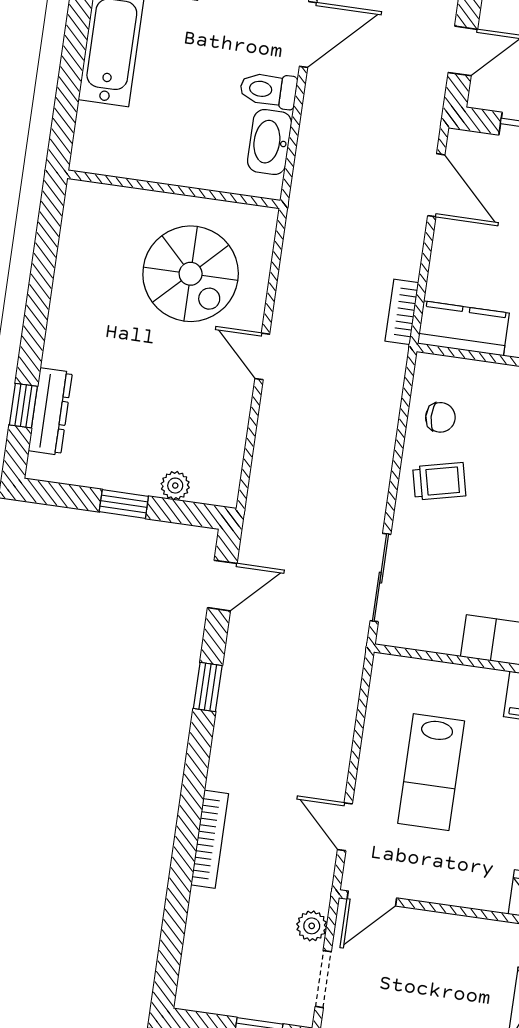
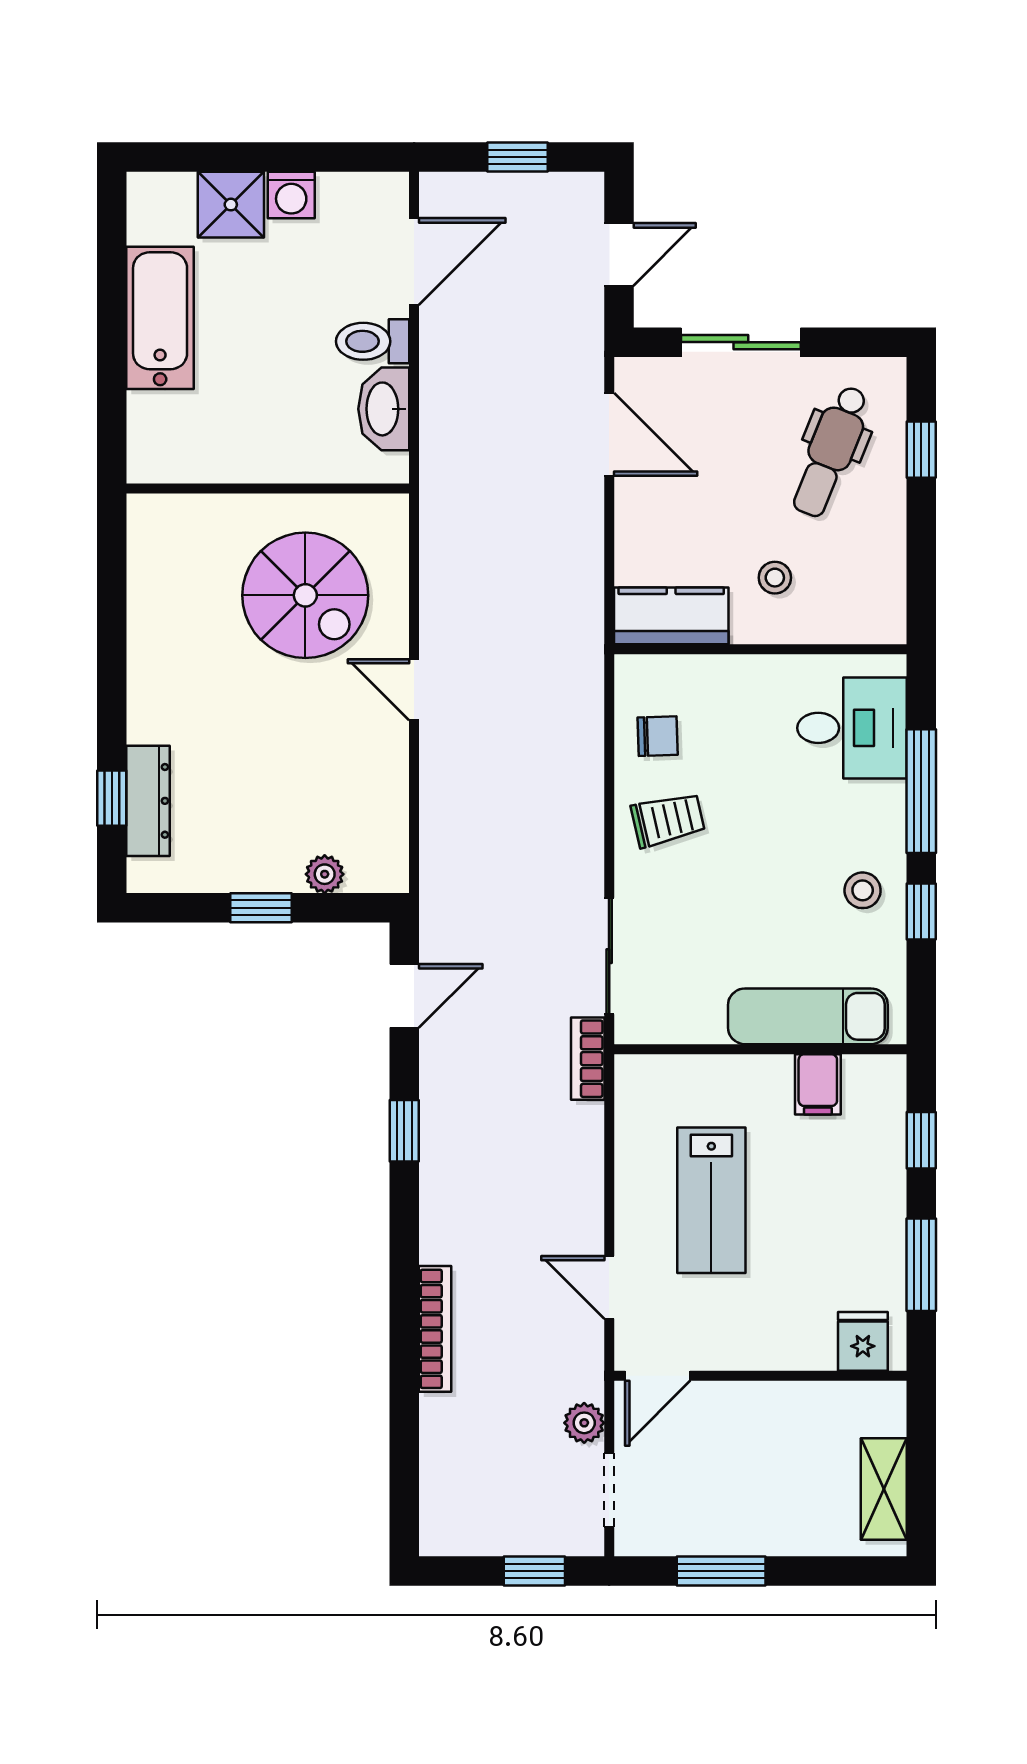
bookcase: (402, 312) -> (588, 1059), moved

